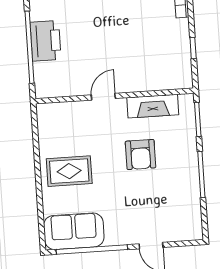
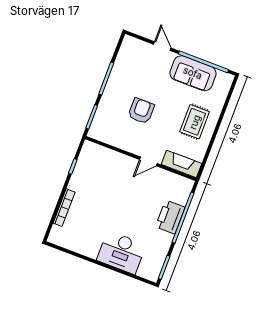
fireplace: (153, 106) -> (181, 164), moved
rug: (69, 171) -> (195, 122), turned 90
sofa: (74, 231) -> (193, 73), moved

